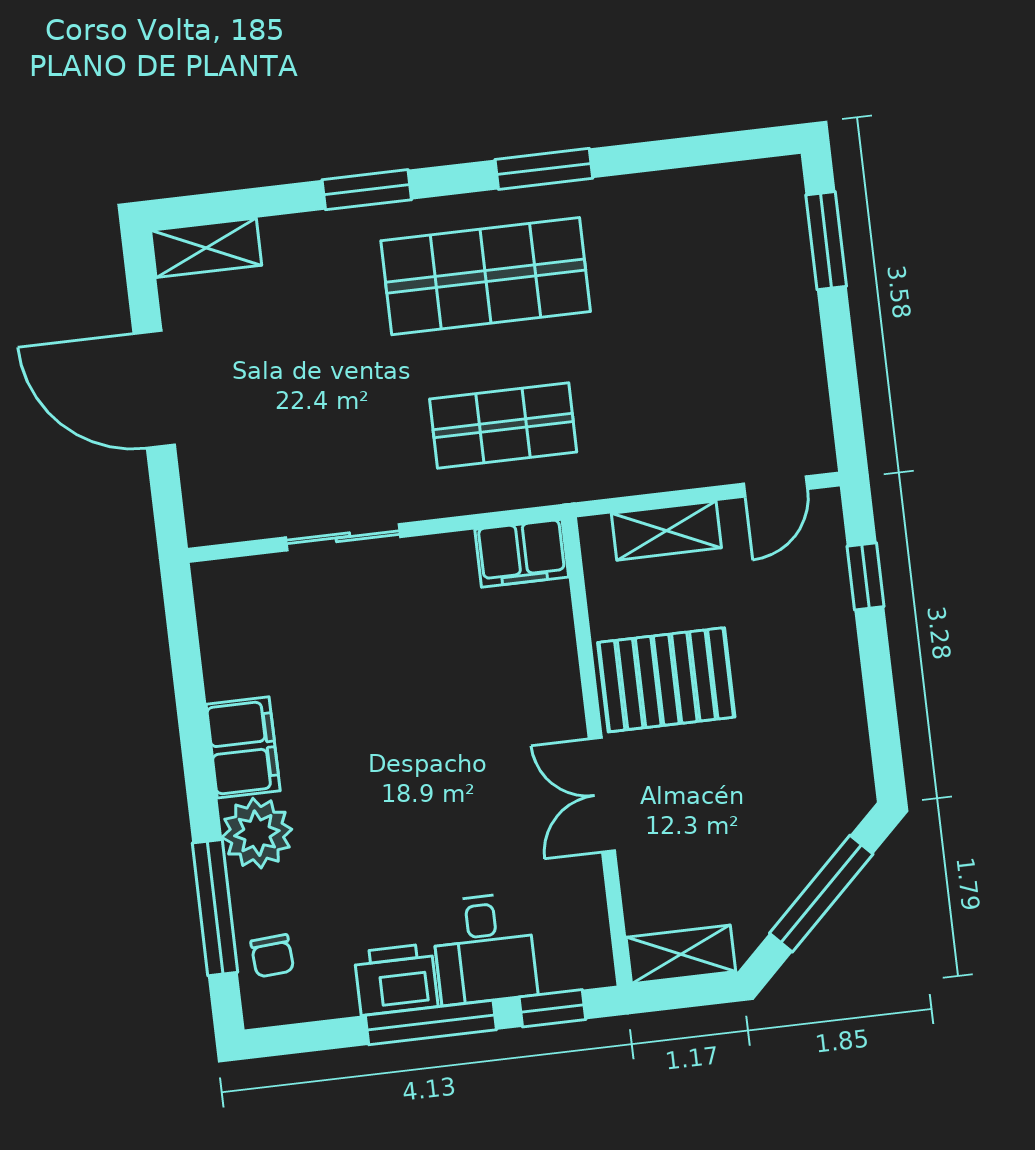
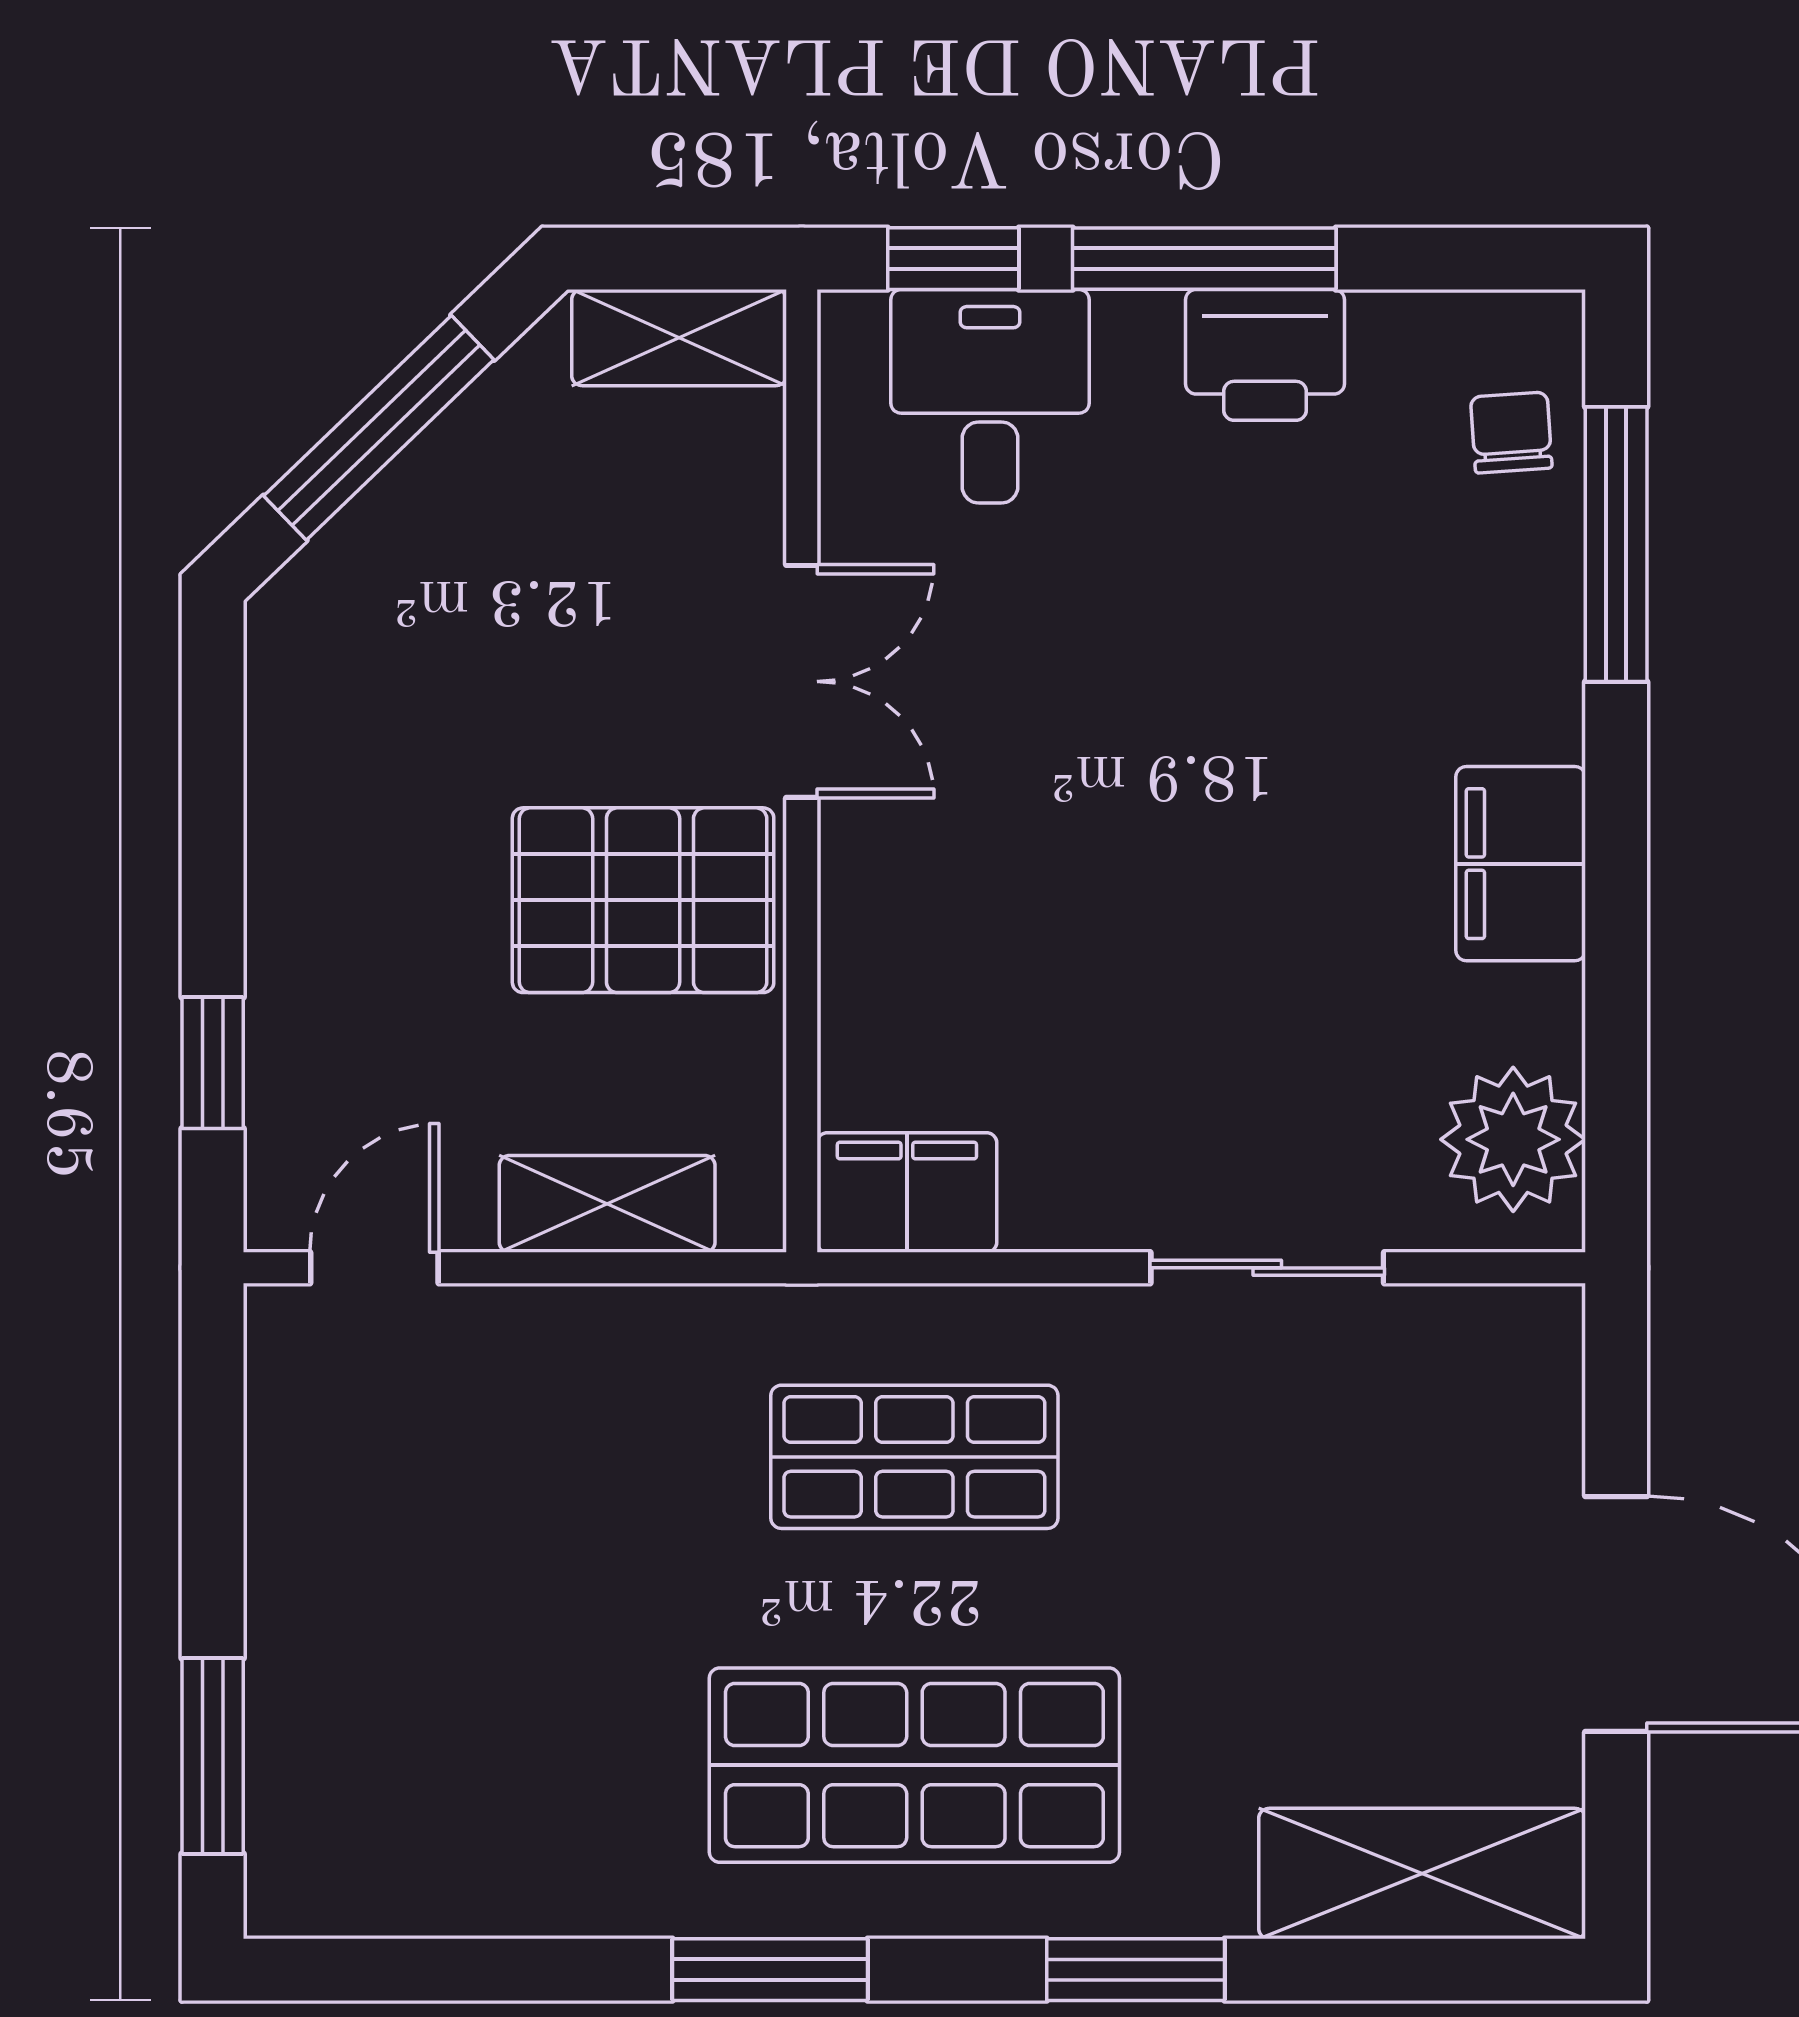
shelving: (206, 248) -> (1422, 1873), width x1.50, depth x1.33
plant: (257, 833) -> (1513, 1139), moved
desk: (484, 949) -> (990, 396), moved

